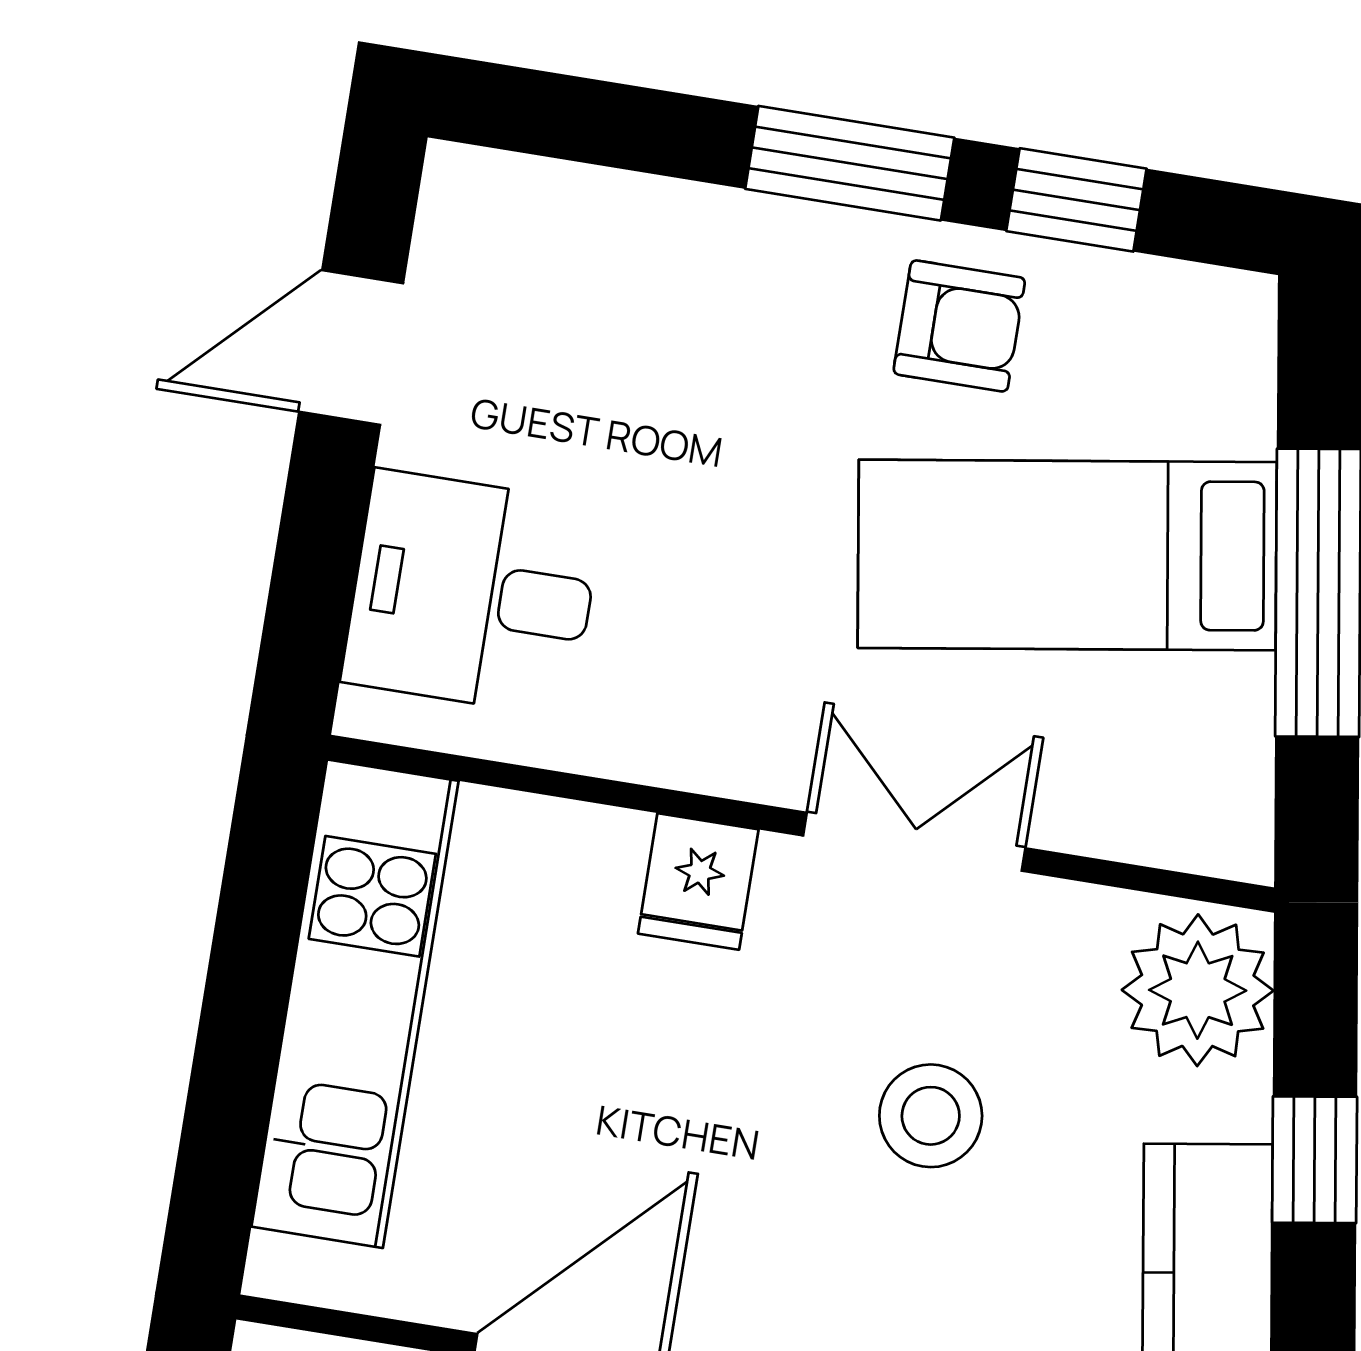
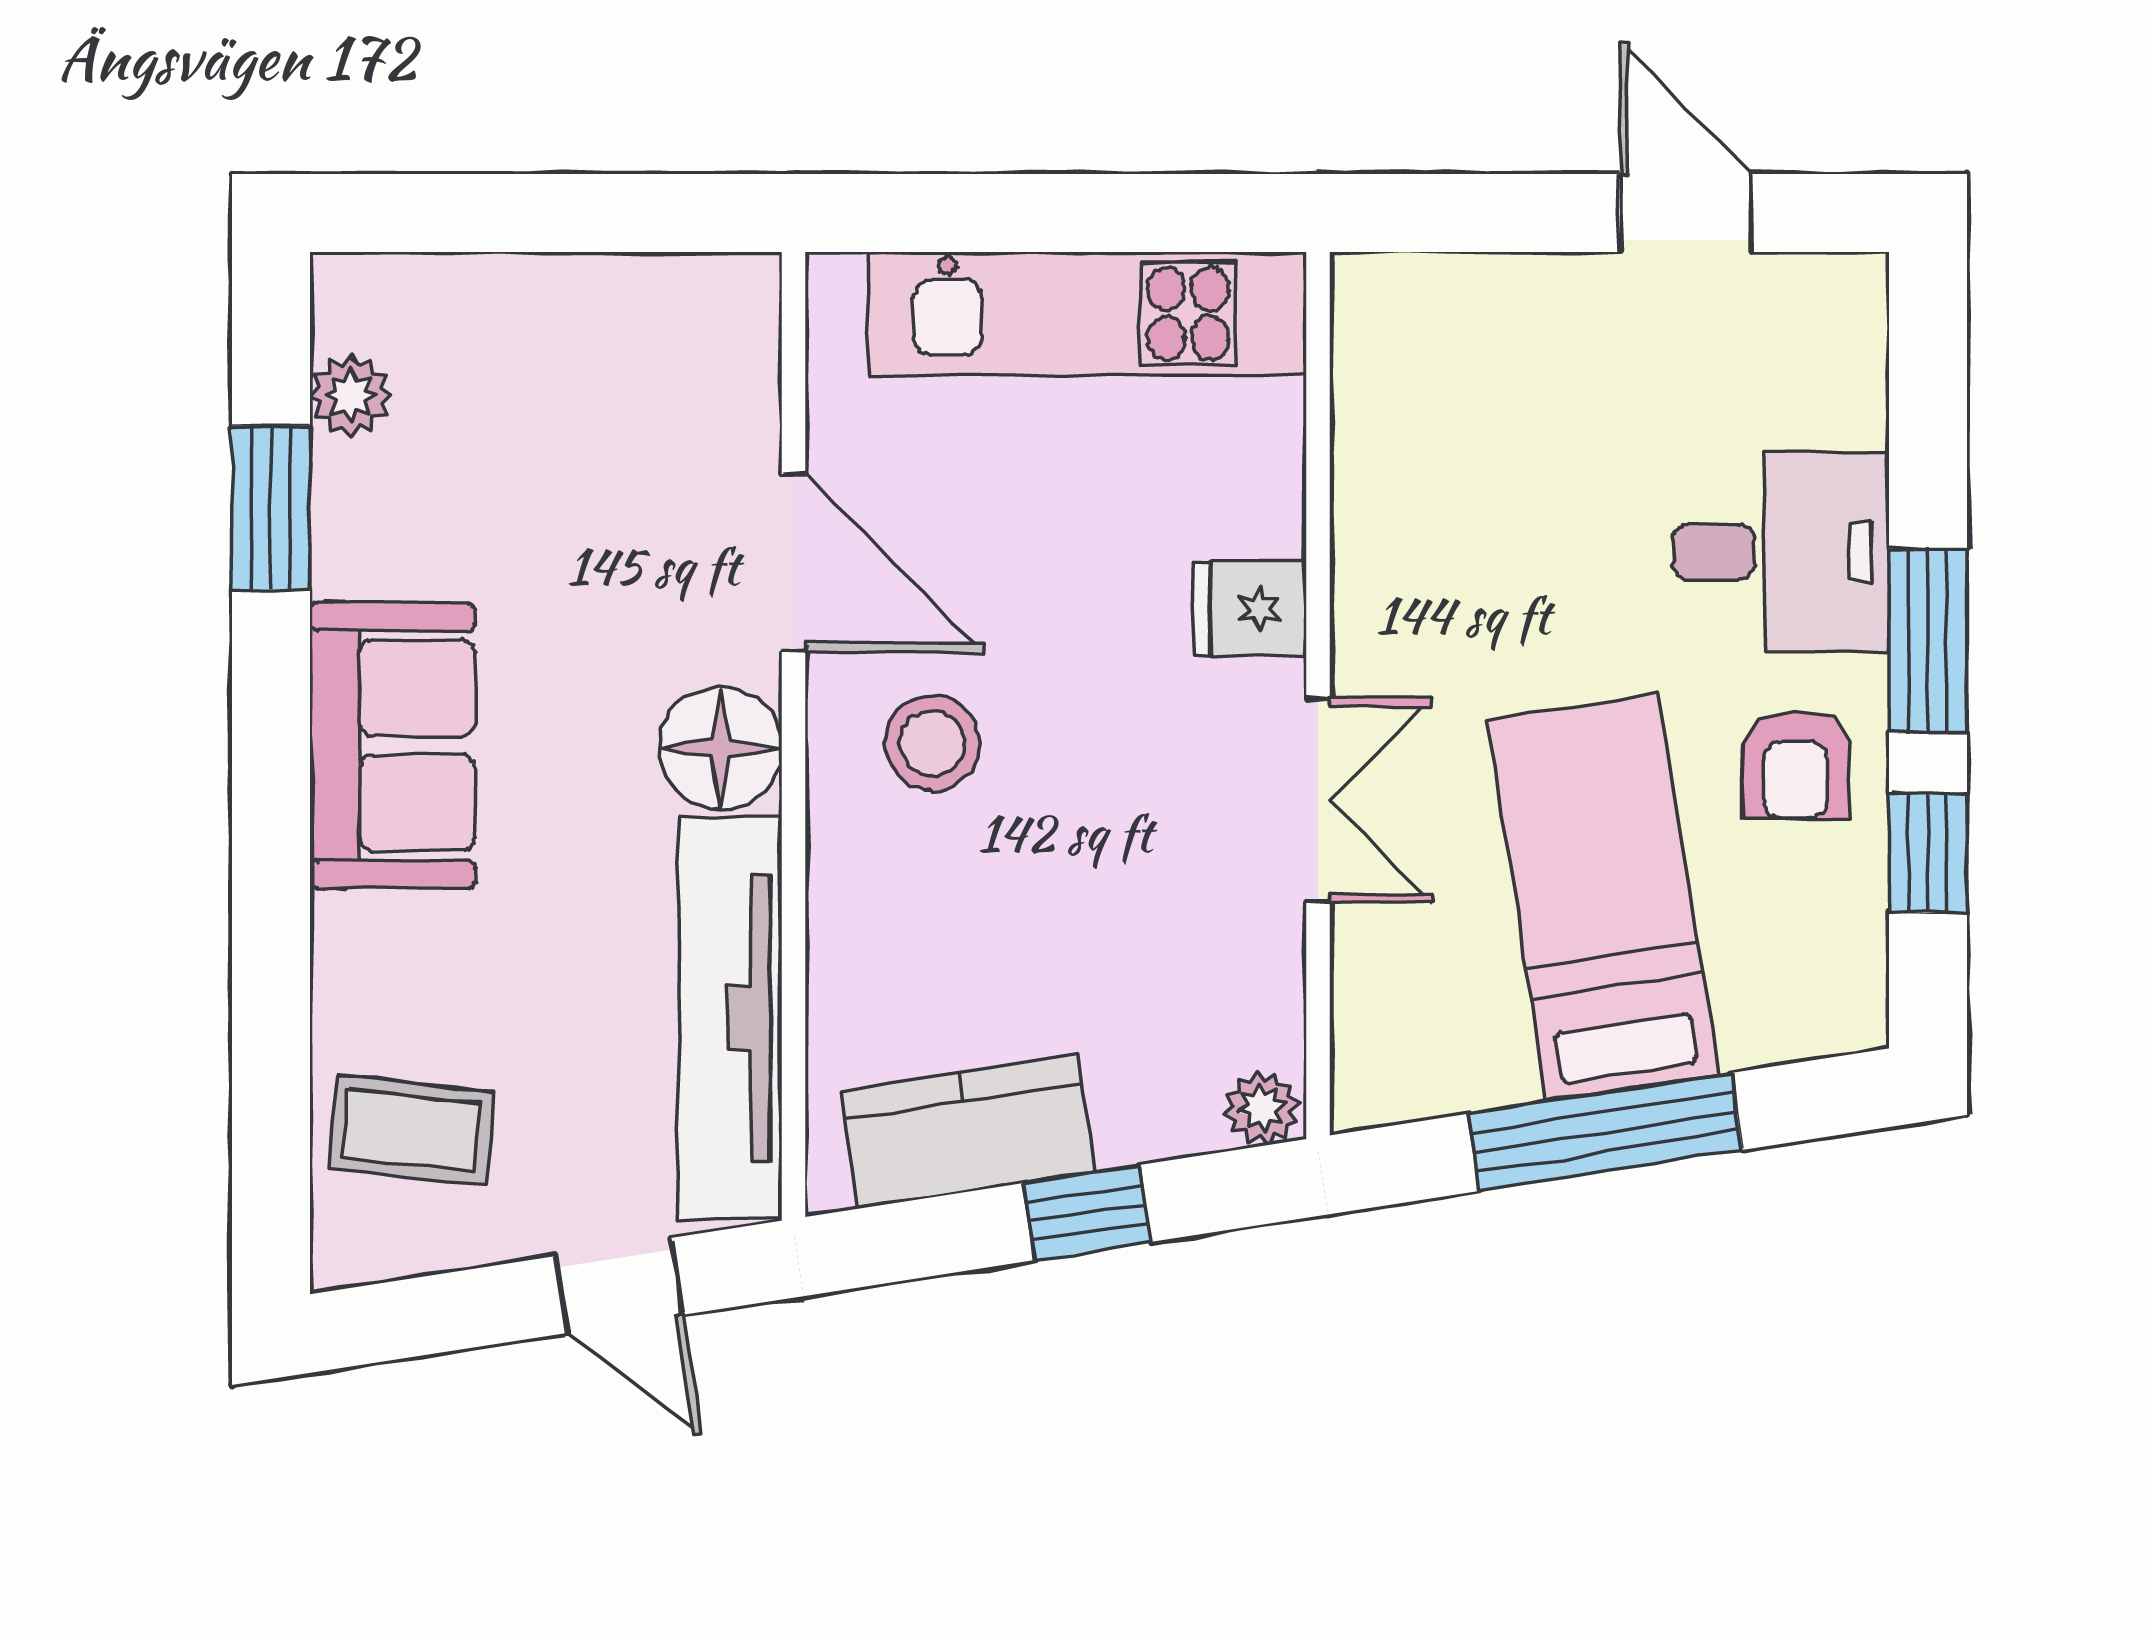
desk: (473, 593) -> (1781, 552), moved, turned 90
plant: (1198, 990) -> (1262, 1108), width x0.53, depth x0.53
stool: (931, 1116) -> (932, 743), moved

